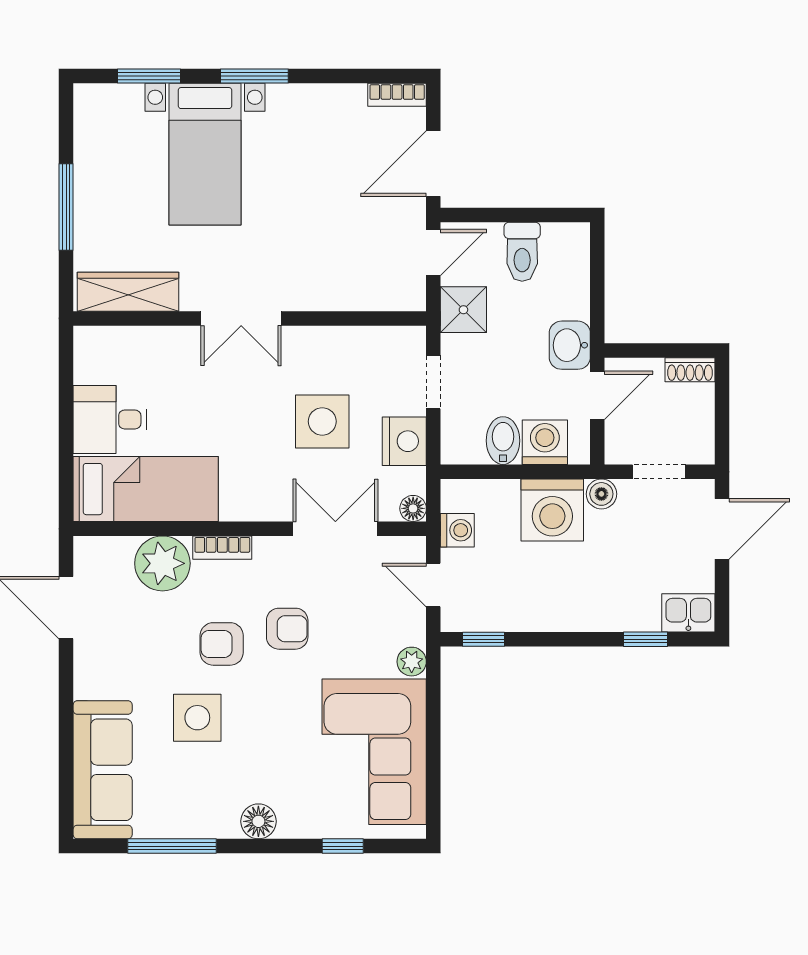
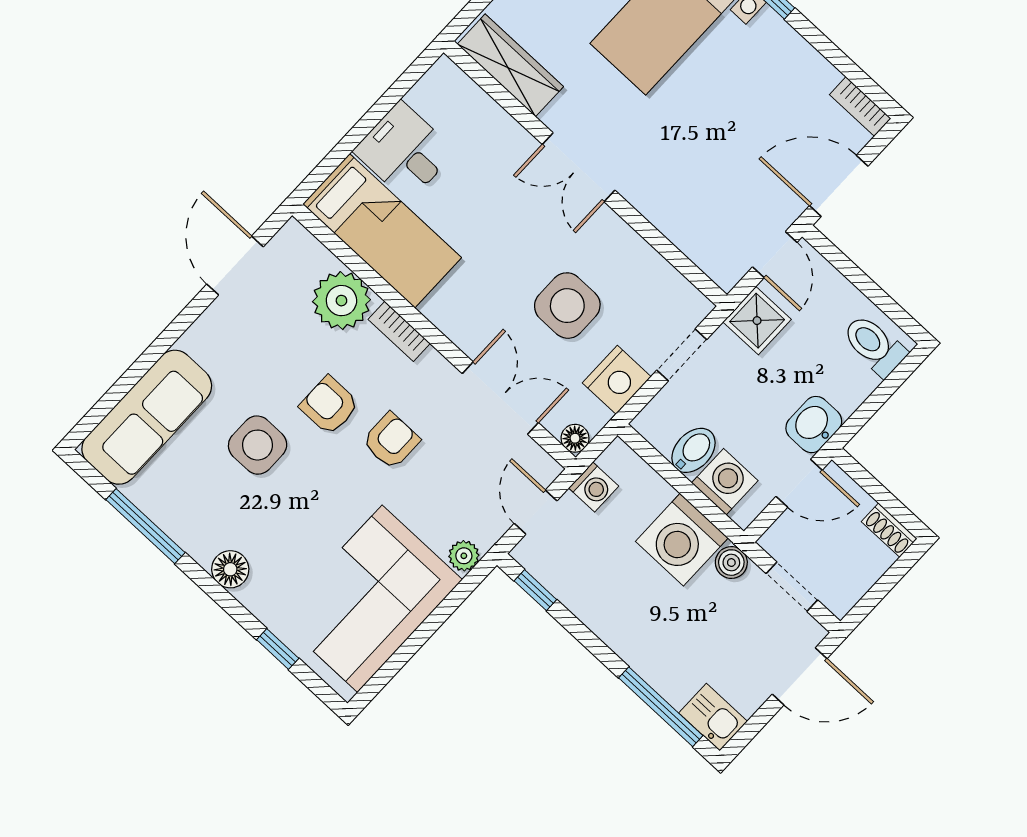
toilet: (522, 252) -> (874, 345), moved, turned 90
door: (433, 253) -> (775, 255), hinge flipped
armchair: (287, 629) -> (391, 441), turned -90
window: (645, 639) -> (661, 707), width x2.17

